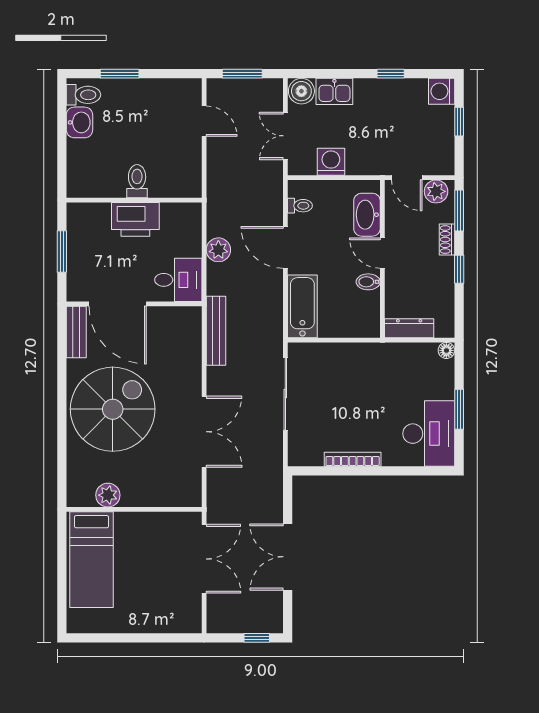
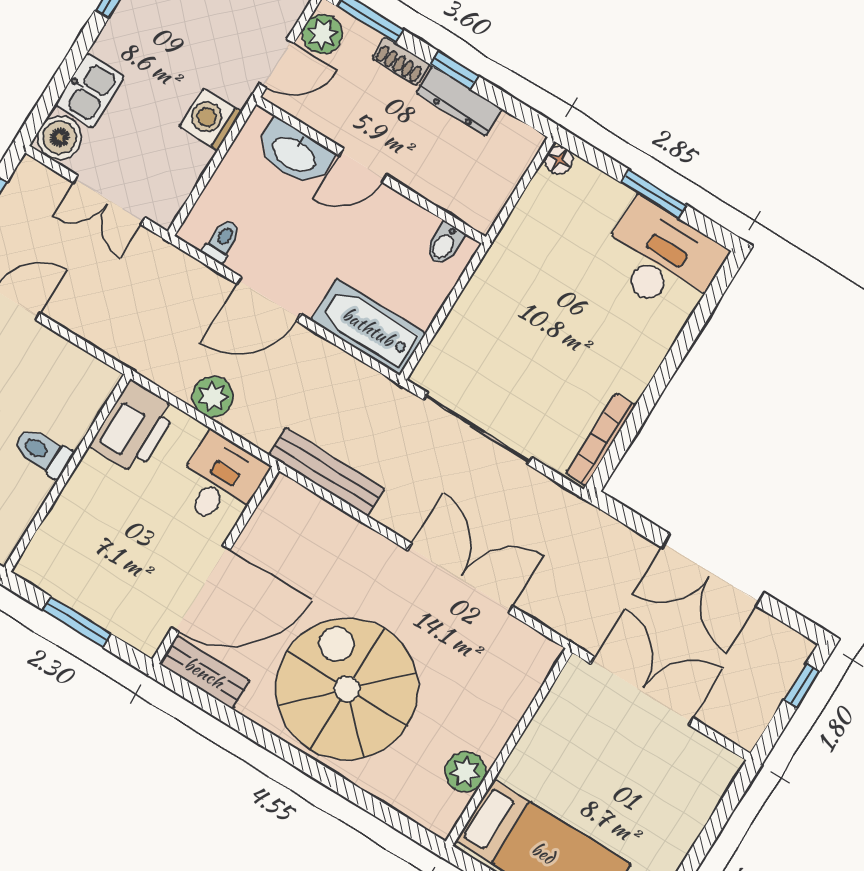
washing machine: (331, 162) -> (211, 119), moved
printer: (135, 219) -> (134, 427), moved
bidet: (368, 282) -> (444, 244), moved
dresser: (409, 328) -> (459, 101), moved, turned -90
bookcase: (353, 459) -> (601, 439), moved

